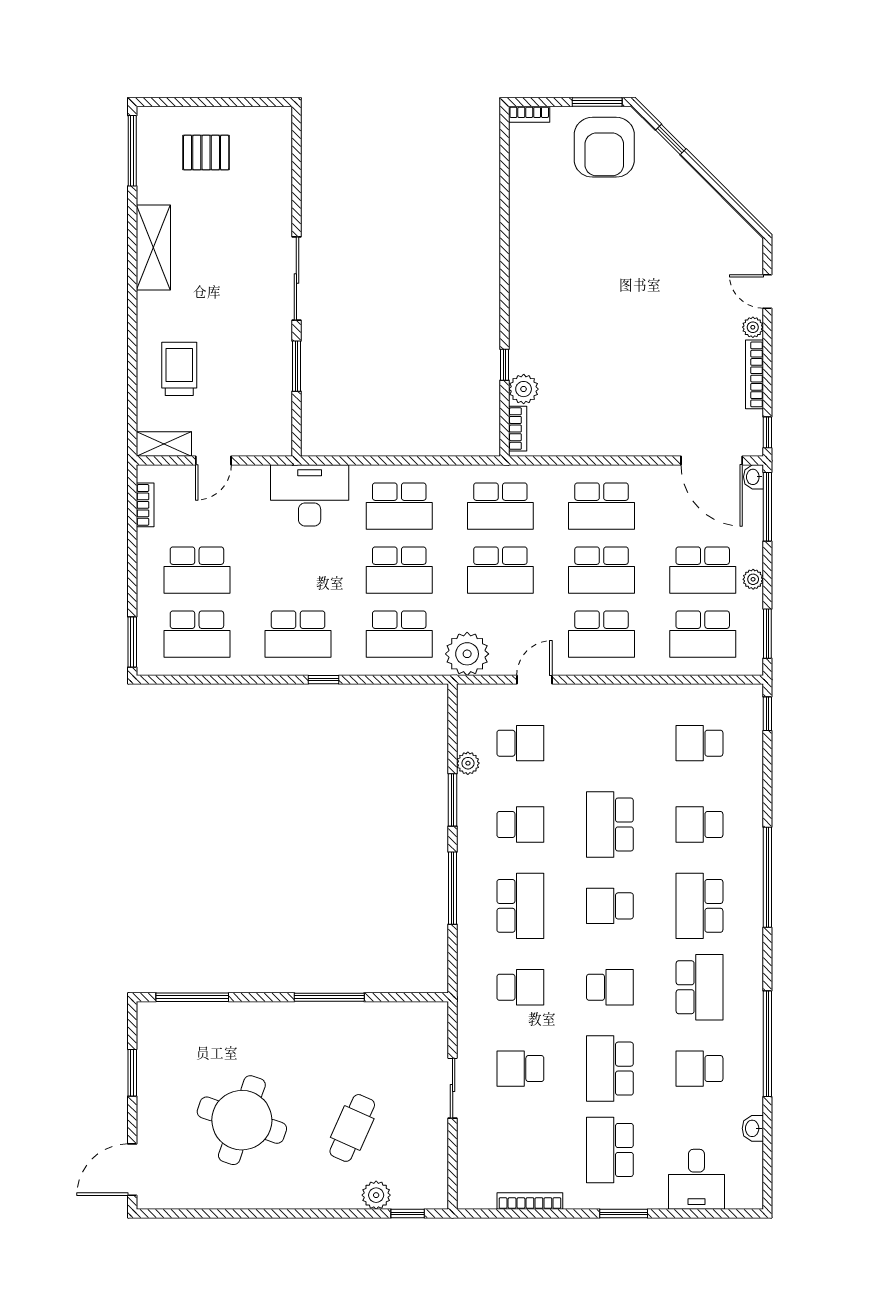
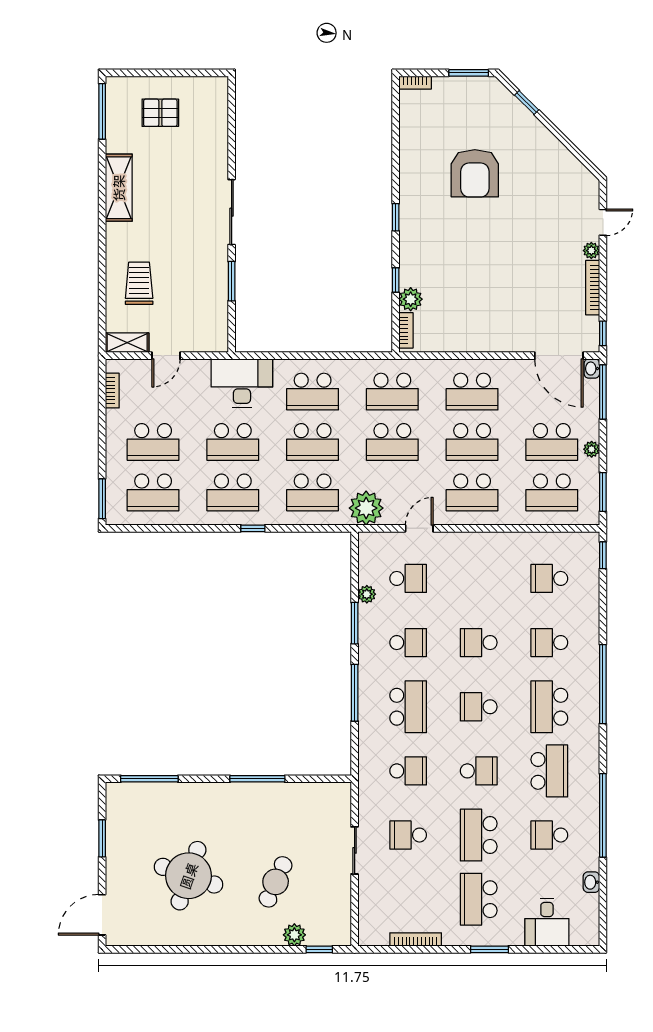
armchair: (604, 147) -> (475, 173), moved
window: (505, 285) -> (396, 217), added
door: (767, 291) -> (603, 222), swing flipped
school desk: (298, 570) -> (233, 442), added
school desk: (610, 825) -> (479, 643), width x0.54

